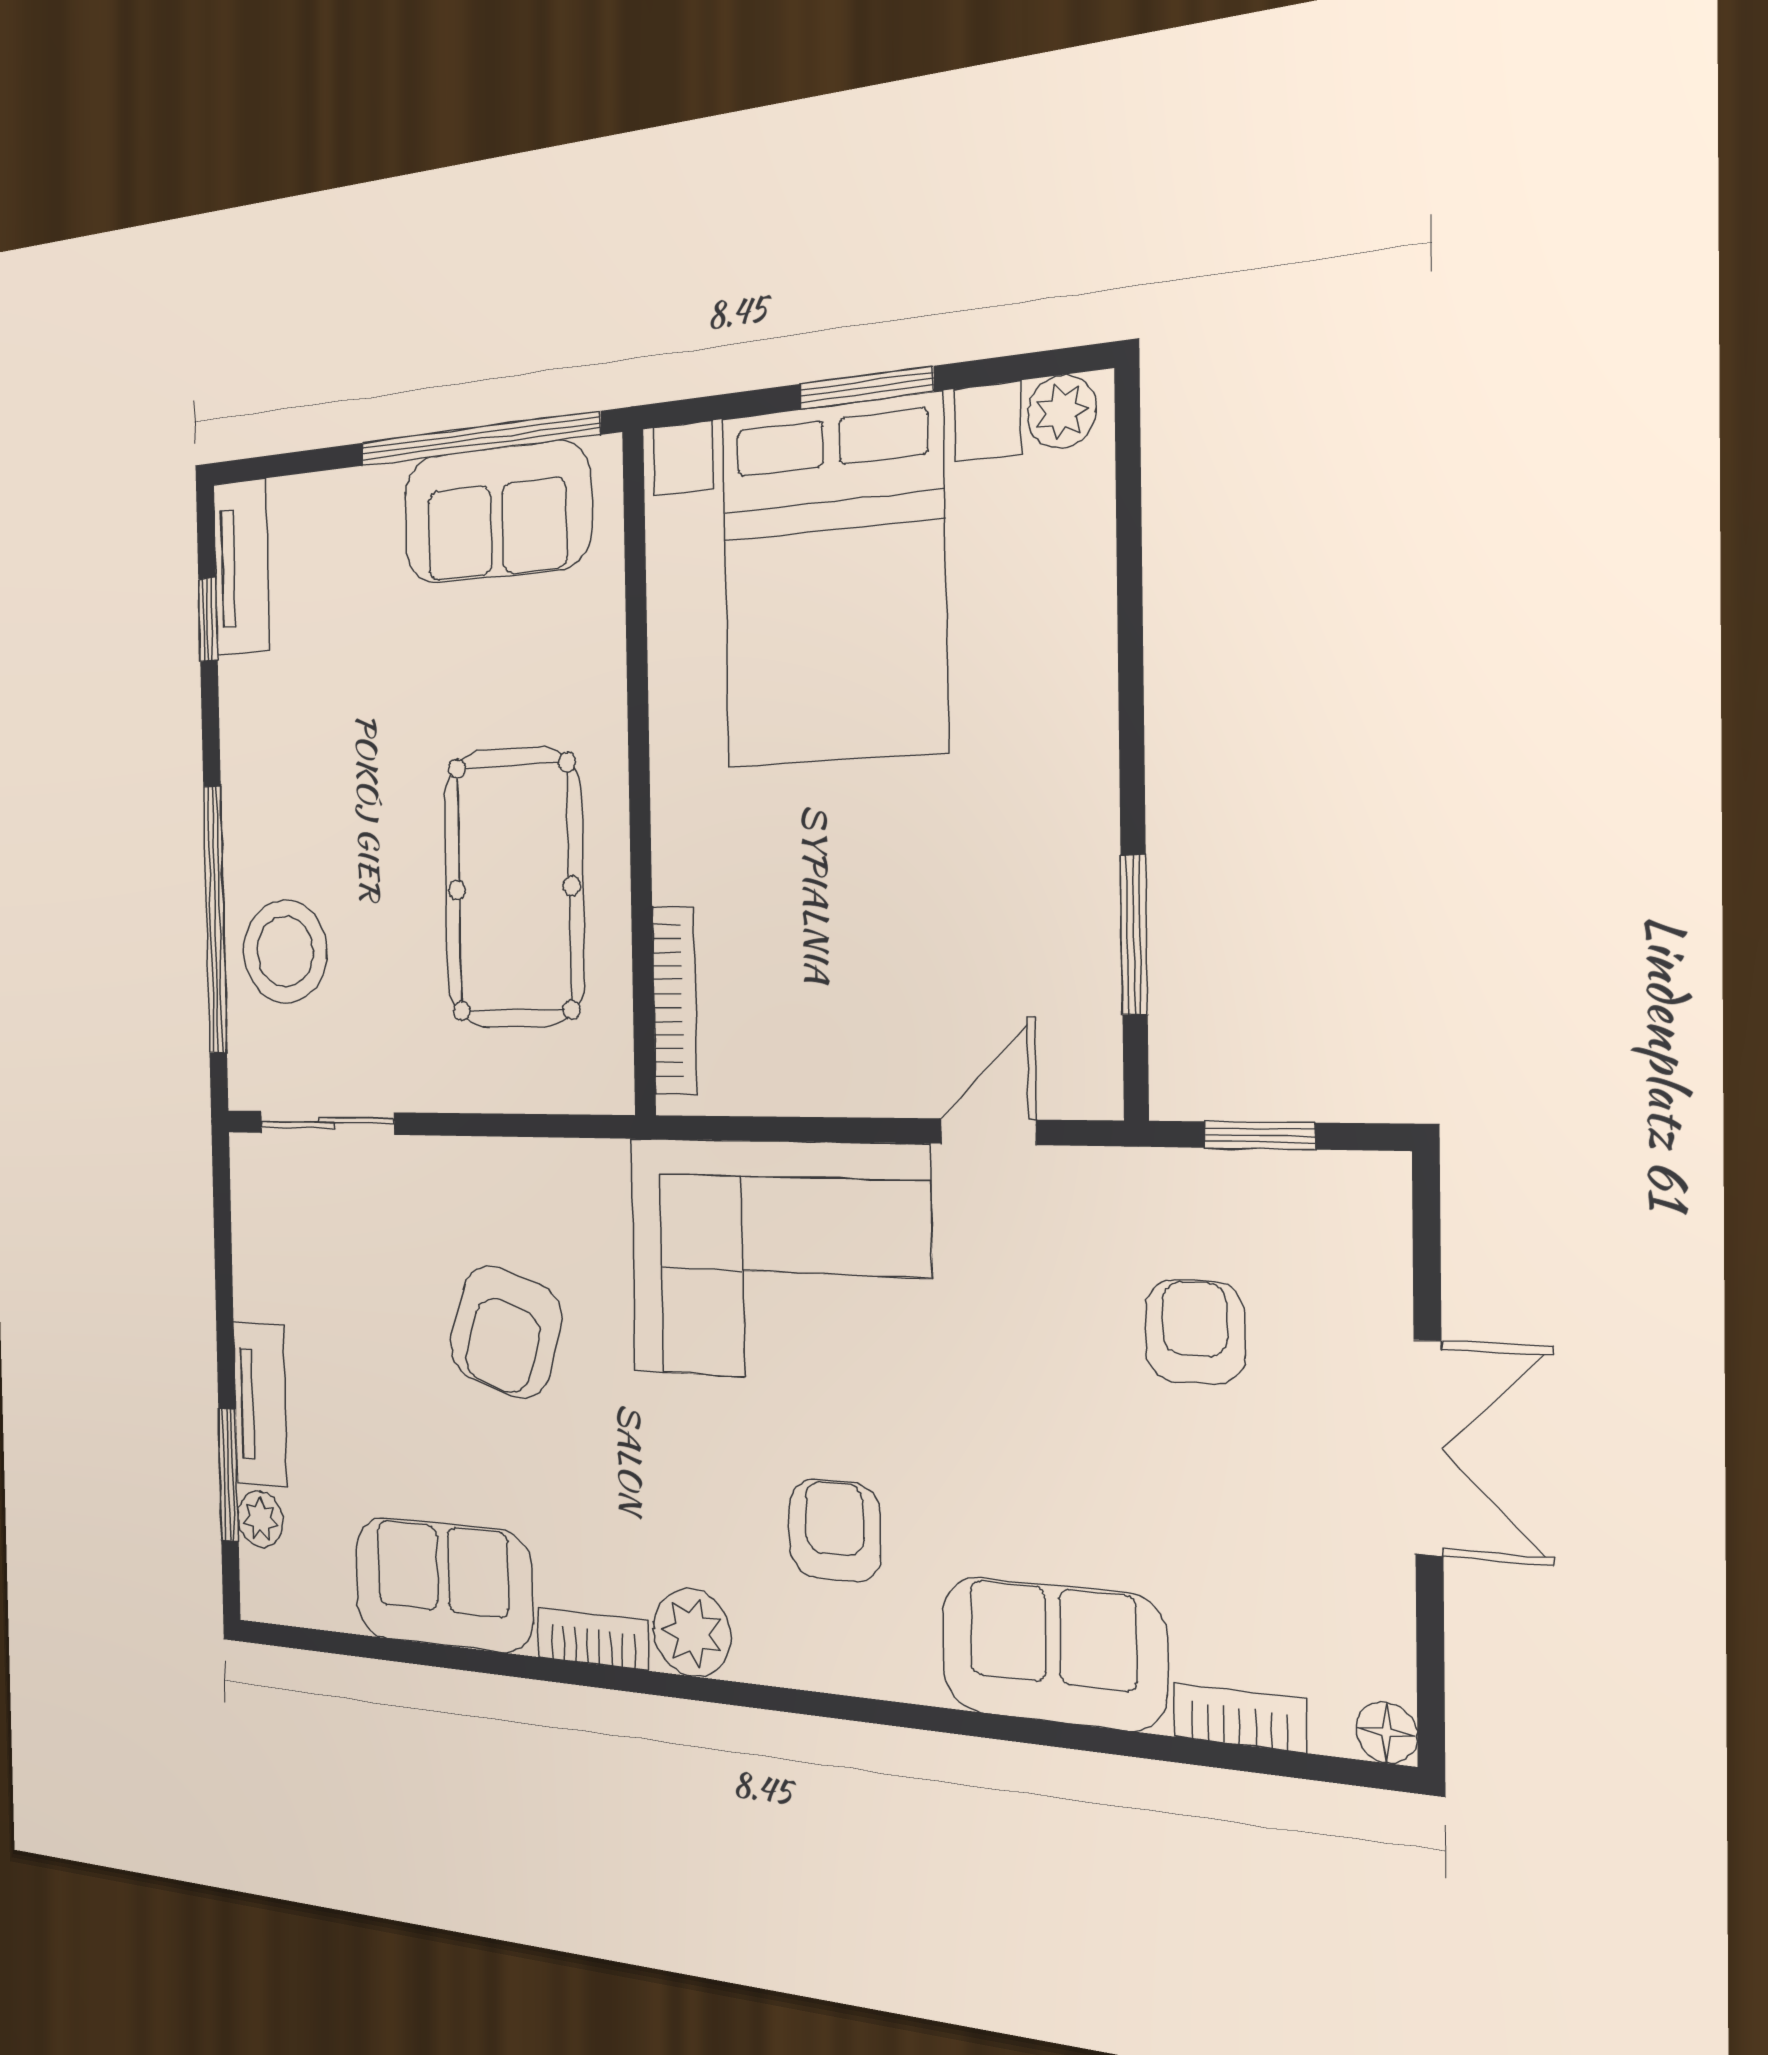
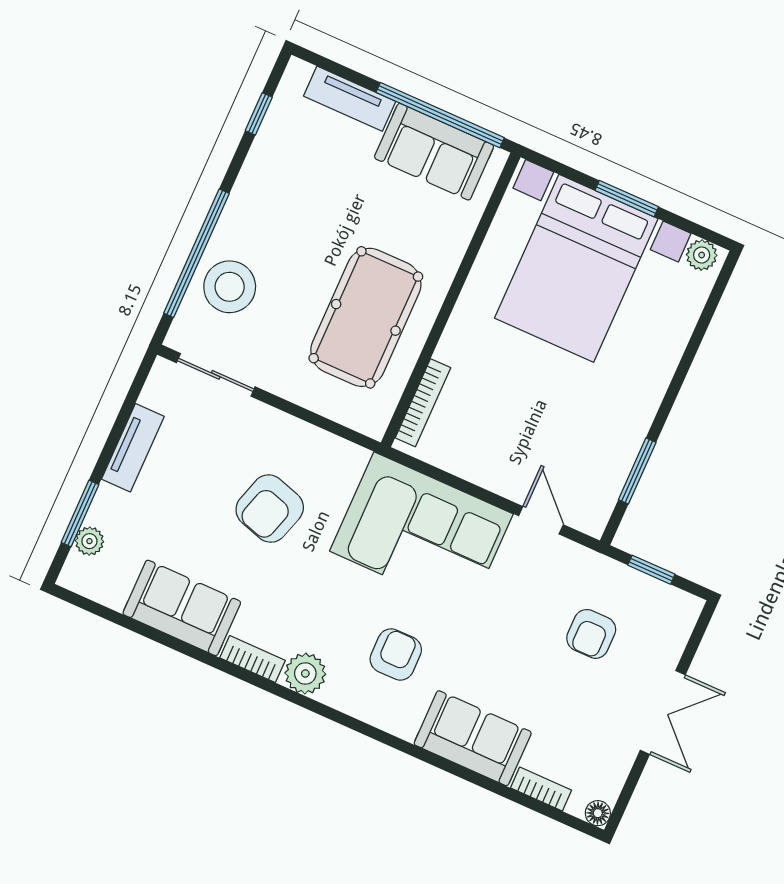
tv unit: (241, 568) -> (350, 99), moved, turned 90
door: (988, 1132) -> (541, 520), hinge flipped
armchair: (1195, 1332) -> (591, 634), turned 180
tv unit: (260, 1405) -> (133, 448), moved

